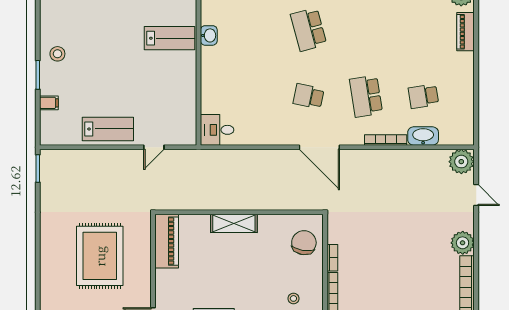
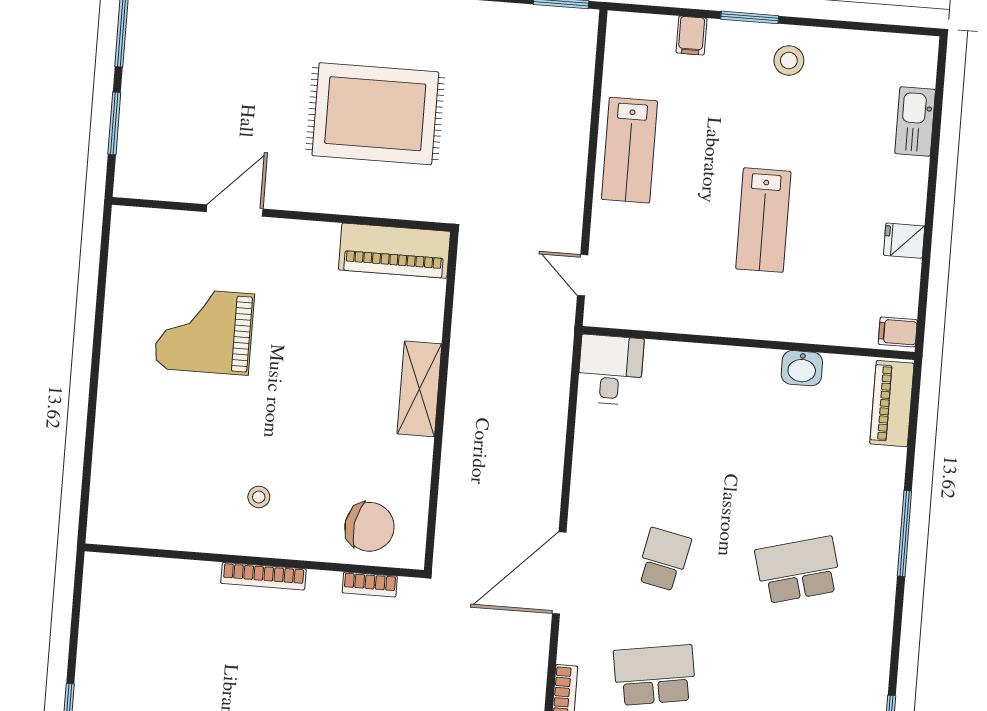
lab bench: (170, 38) -> (763, 220), moved
door: (154, 147) -> (583, 275), moved
bookcase: (332, 258) -> (370, 584), moved

